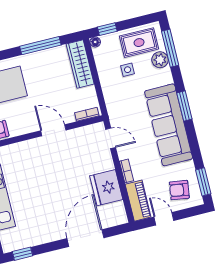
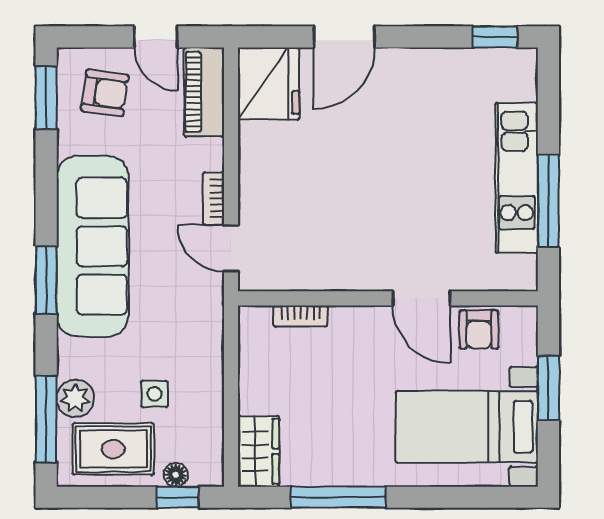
floor lamp: (95, 42) -> (176, 475), moved
wardrobe: (80, 64) -> (259, 451), width x0.67
bookcase: (87, 114) -> (300, 316), moved
door: (53, 130) -> (421, 298), moved
bookcase: (126, 171) -> (214, 199), moved
fridge: (106, 188) -> (269, 84), moved
door: (85, 238) -> (344, 37), width x0.73

